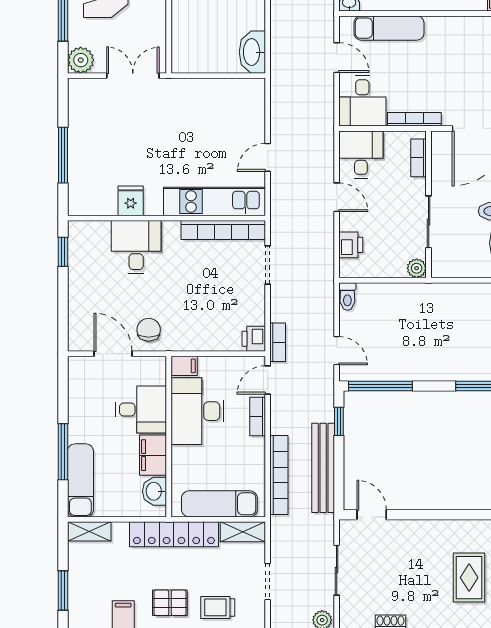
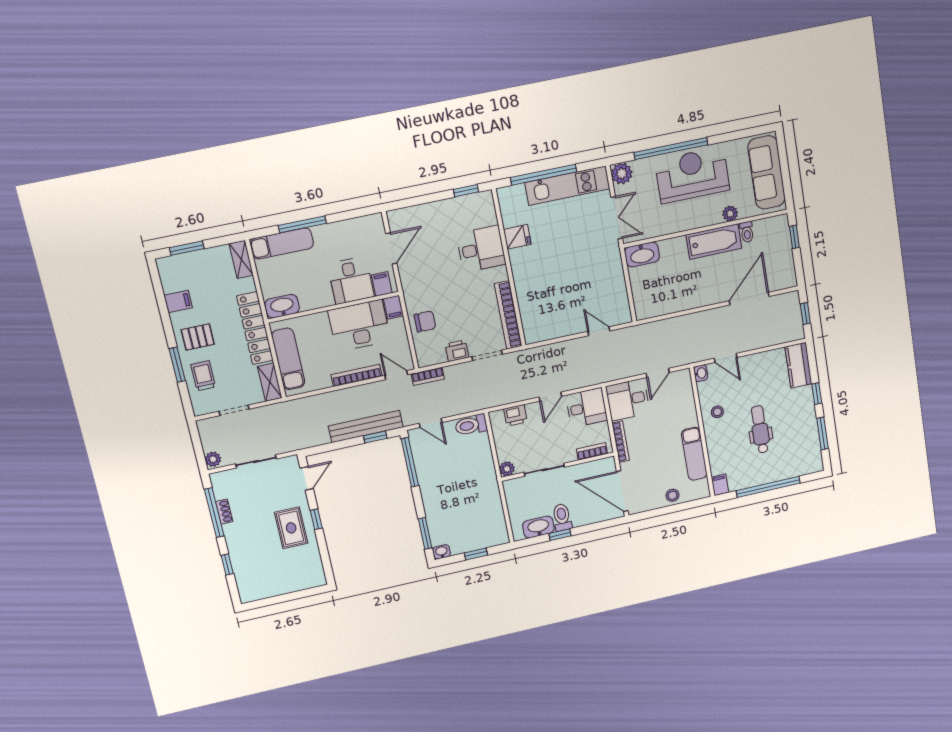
exam couch: (389, 28) -> (694, 454), moved
washbasin: (252, 52) -> (642, 254), moved, turned 180
window: (63, 155) -> (544, 175), width x1.46
door: (268, 157) -> (599, 331), moved
kitchen unit: (214, 202) -> (567, 186), moved, turned 90
toilet: (347, 296) -> (471, 425), width x1.37, depth x1.39
chair: (149, 330) -> (425, 321), moved
printer: (254, 339) -> (457, 351), moved
door: (337, 351) -> (431, 423), hinge flipped
bookcase: (258, 417) -> (357, 376), width x1.56
filing cabinet: (153, 455) -> (382, 284), moved, width x0.50
bench: (323, 468) -> (366, 426), moved
bookcase: (279, 475) -> (322, 400), removed
washbasin: (154, 491) -> (282, 306), width x1.38
window: (426, 515) -> (316, 519), added
rug: (469, 578) -> (291, 528), moved, turned 90
pallet: (170, 603) -> (198, 337), turned 90

